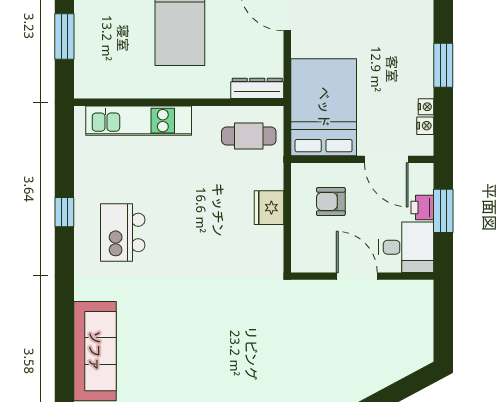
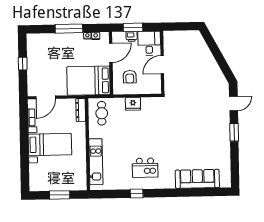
window: (443, 65) -> (69, 29), width x1.44

